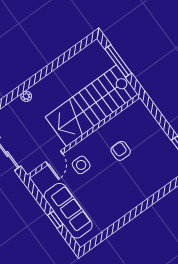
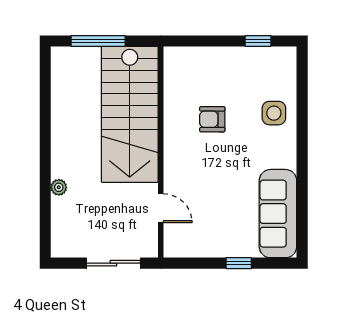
side table: (81, 165) -> (274, 113), moved
sofa: (68, 211) -> (278, 214), moved, turned -90

